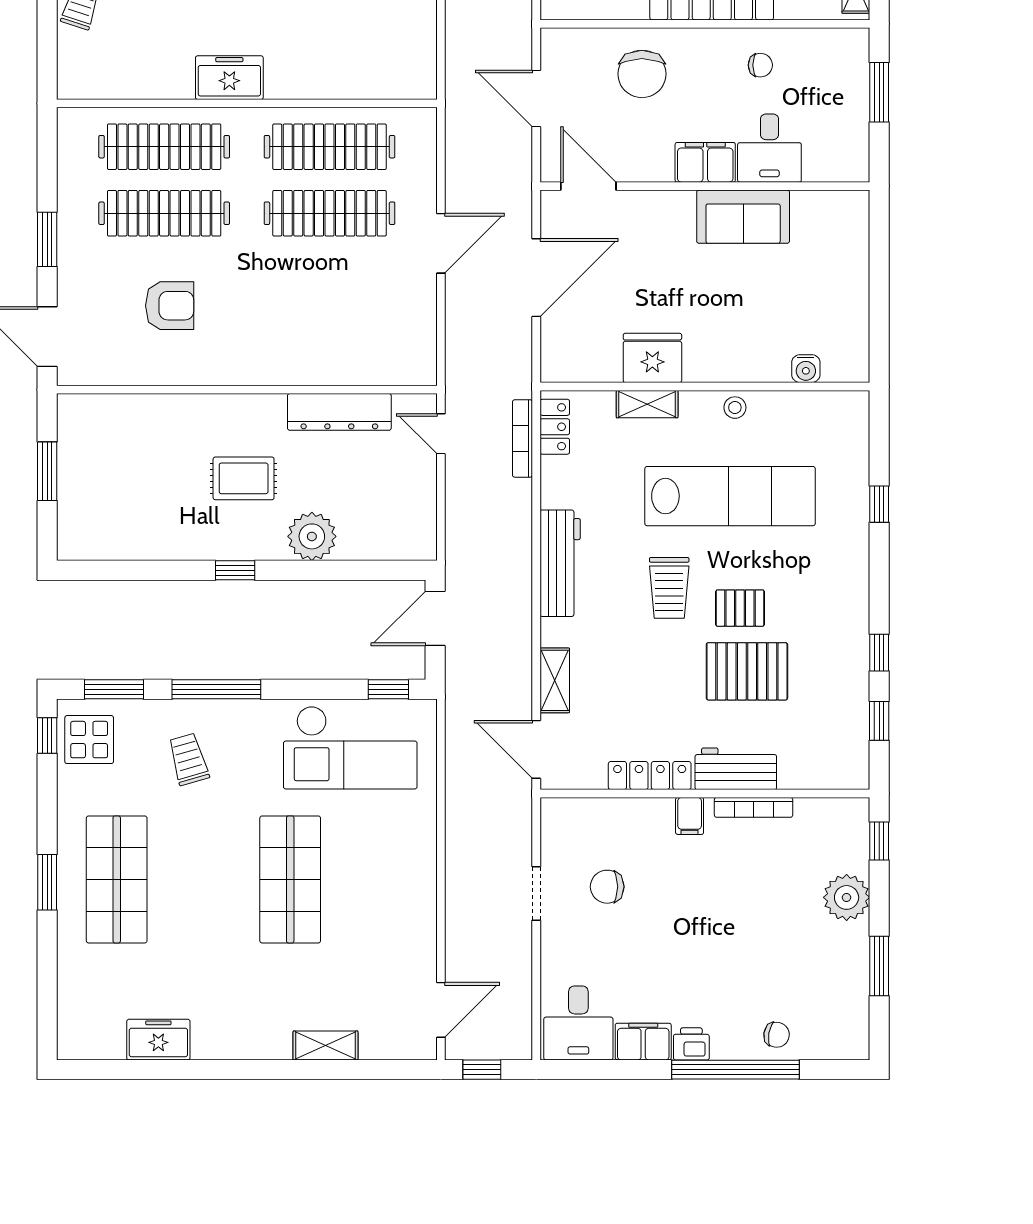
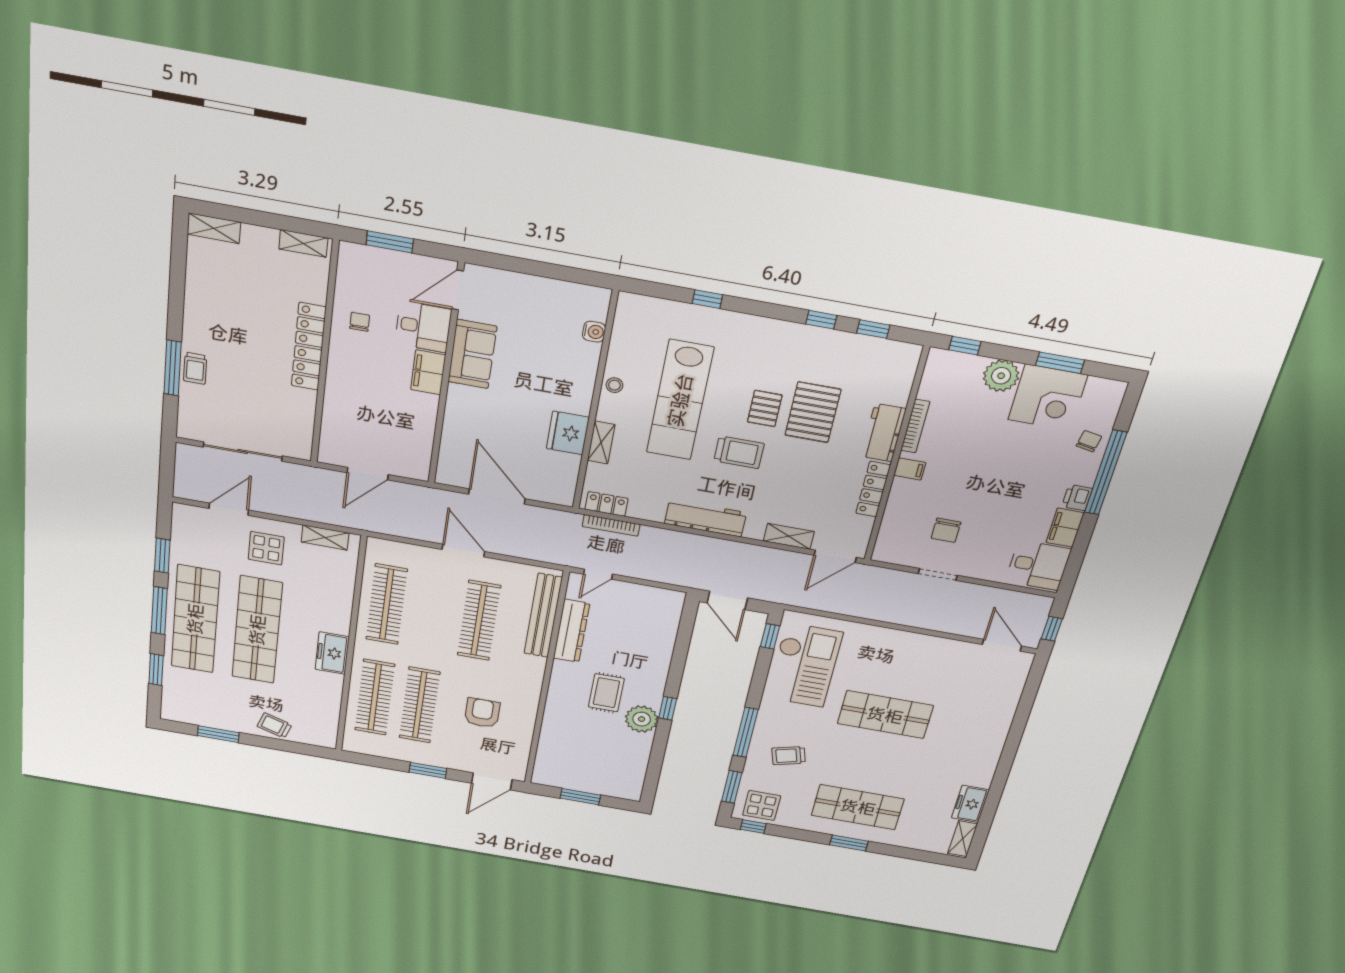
shelving: (422, 50) -> (325, 537), added
chair: (642, 74) -> (357, 402), removed
door: (588, 186) -> (458, 290), moved
clothes rail: (329, 213) -> (479, 621), moved
bench: (357, 369) -> (543, 616), added
lab bench: (730, 496) -> (680, 400), turned 180
plant: (312, 536) -> (642, 719), moved
corner desk: (828, 965) -> (1048, 397), added
shelving: (325, 1046) -> (963, 839), moved

